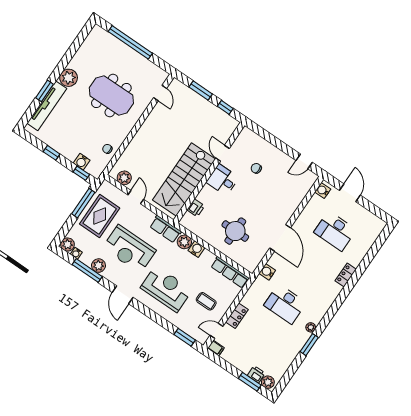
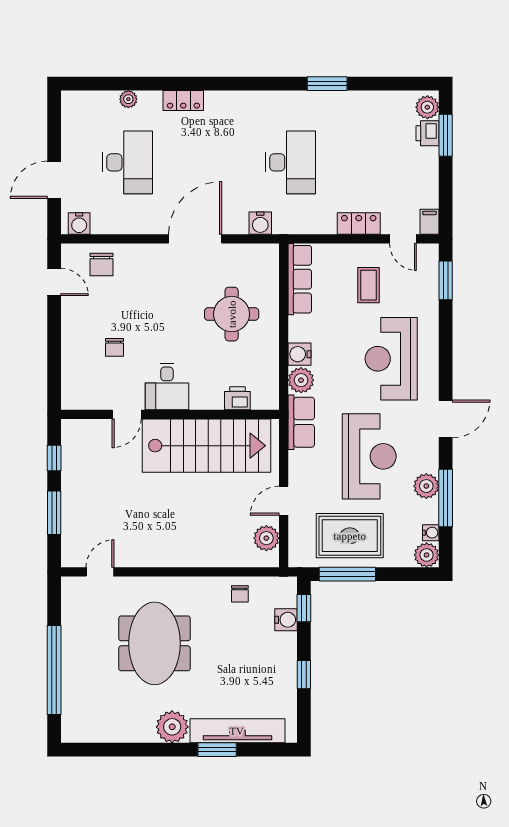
chair: (297, 188) -> (101, 264), added
plant: (311, 327) -> (128, 99), moved

